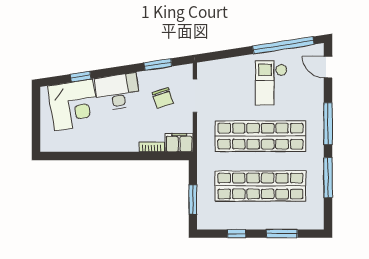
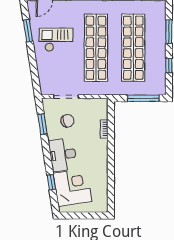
window: (283, 45) -> (28, 31), width x0.47
checkout: (271, 83) -> (56, 40), turned 180
filing cabinet: (179, 143) -> (101, 108), removed
window: (193, 199) -> (143, 98), width x1.44

